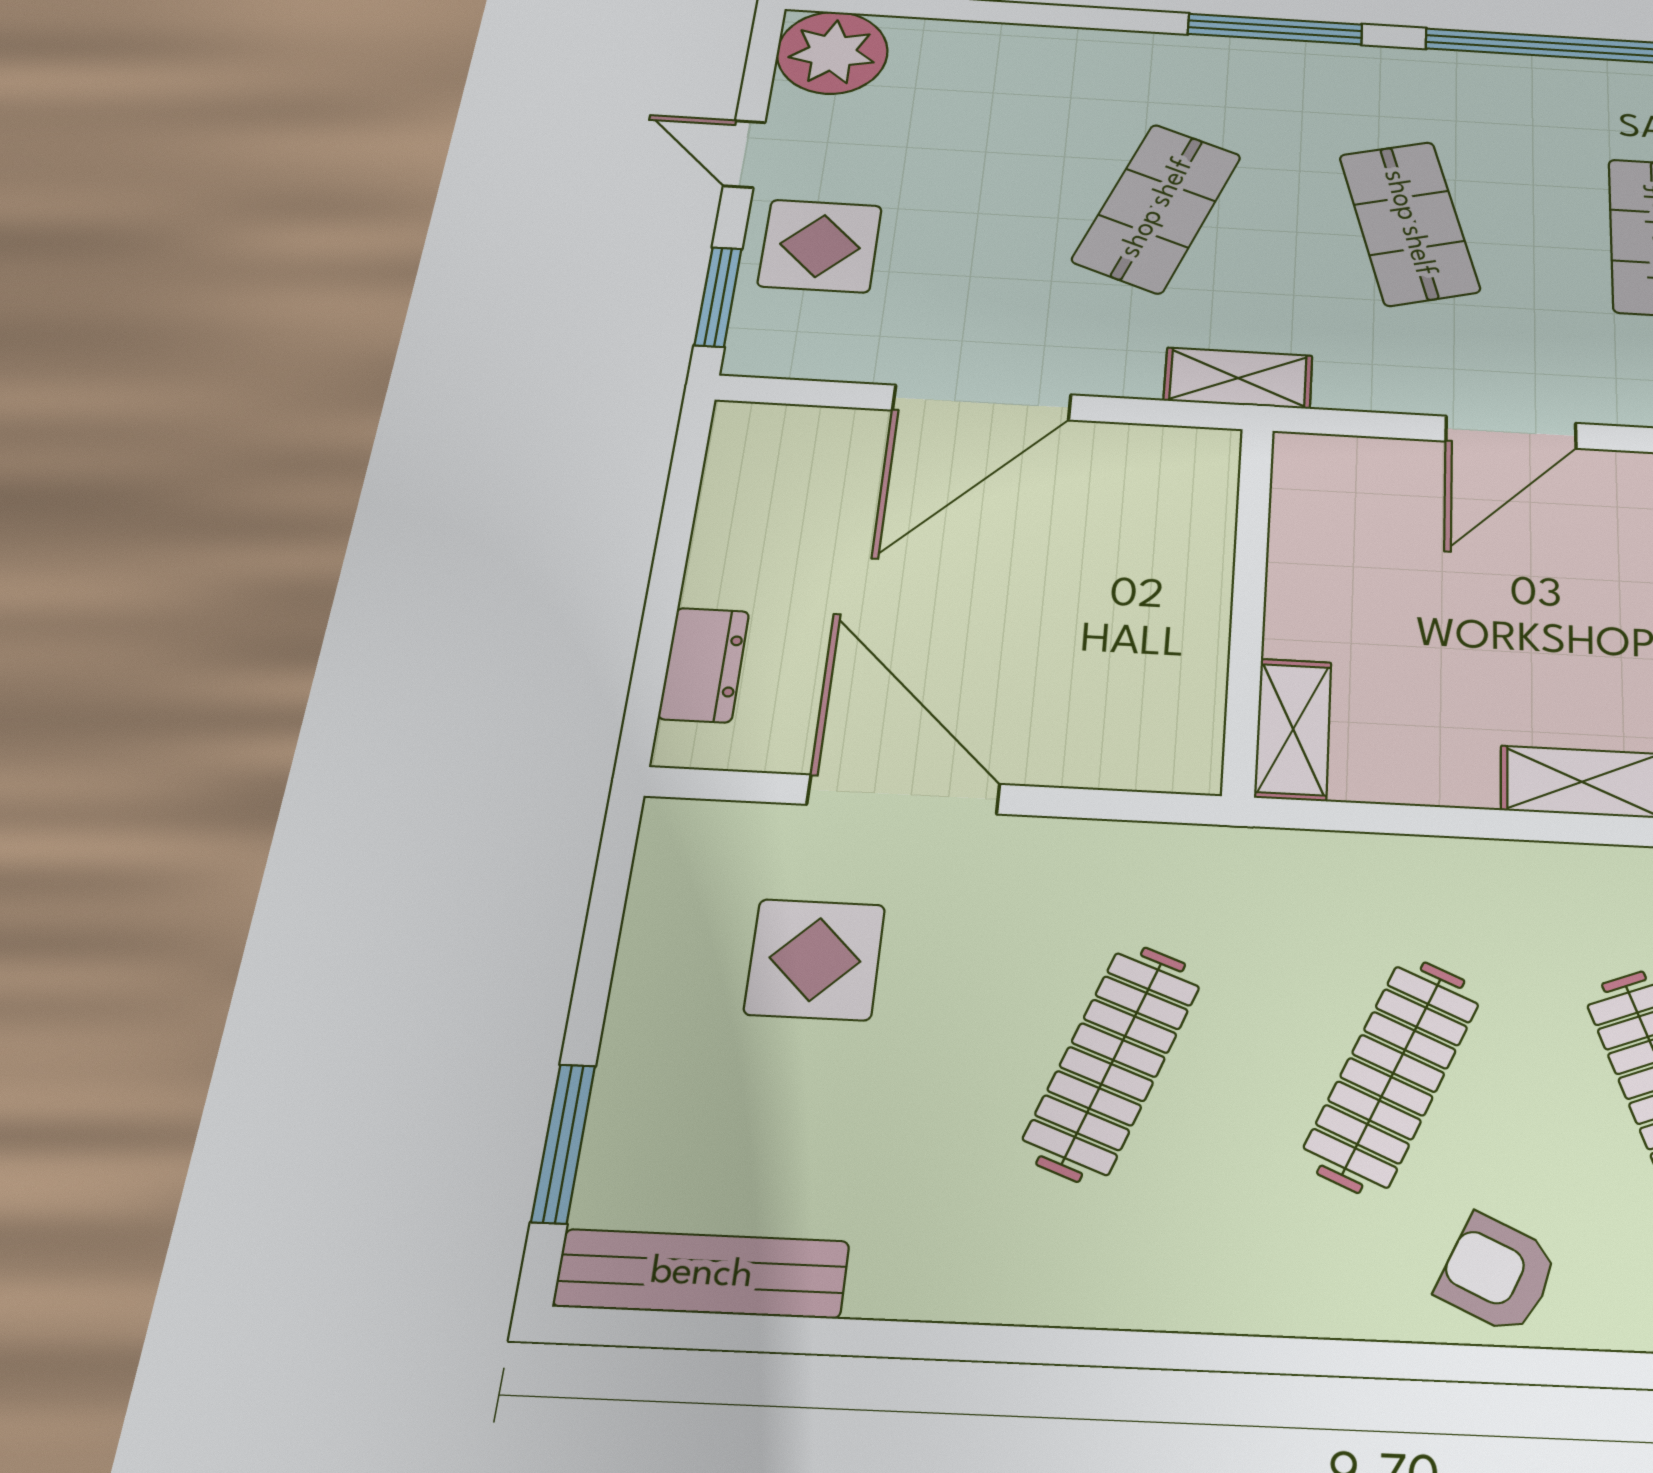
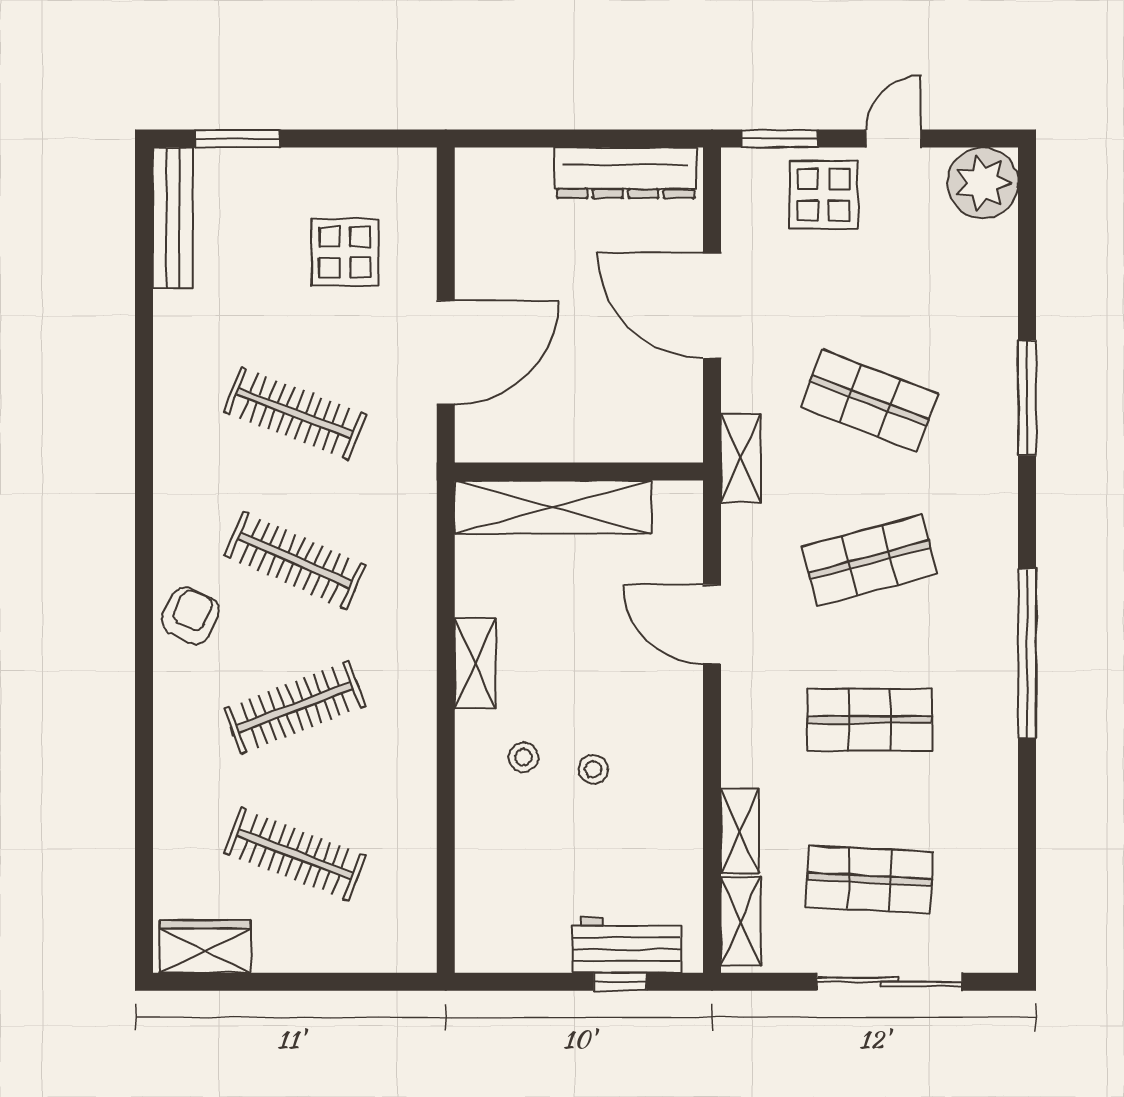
window: (1275, 29) -> (1027, 398), moved
dresser: (704, 665) -> (626, 173), moved, width x1.96, depth x1.24
shelving: (1293, 729) -> (553, 507), width x2.20, depth x1.33
door: (904, 794) -> (446, 352), moved

